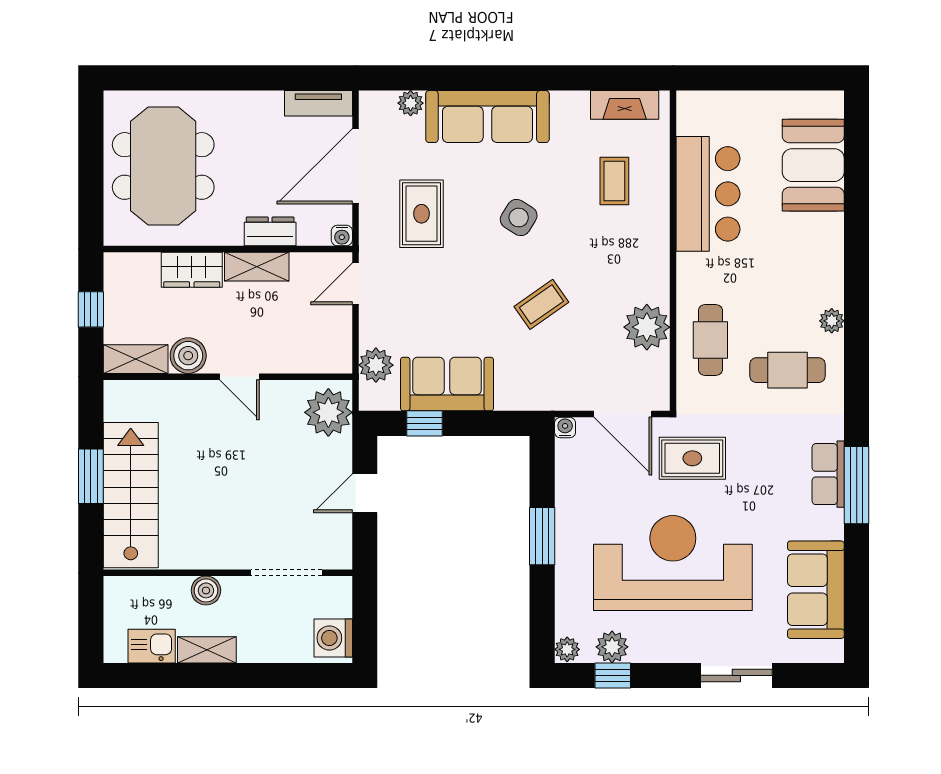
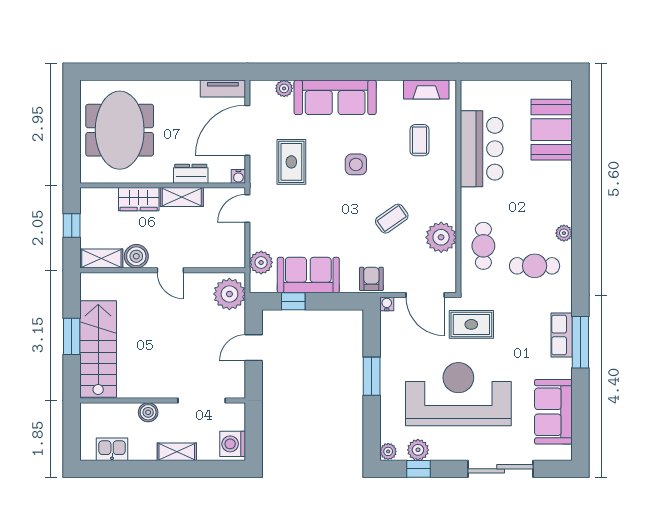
side table: (519, 218) -> (356, 164), turned -32
coffee table: (541, 304) -> (392, 219), moved
armchair: (542, 390) -> (371, 279), added
shelving: (207, 650) -> (177, 452), moved
sliding door: (736, 675) -> (501, 469), width x1.37

